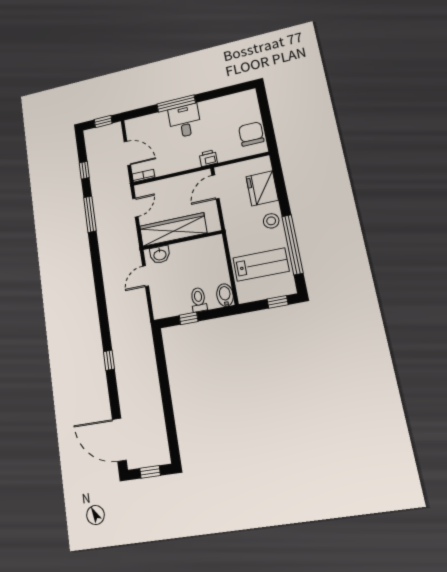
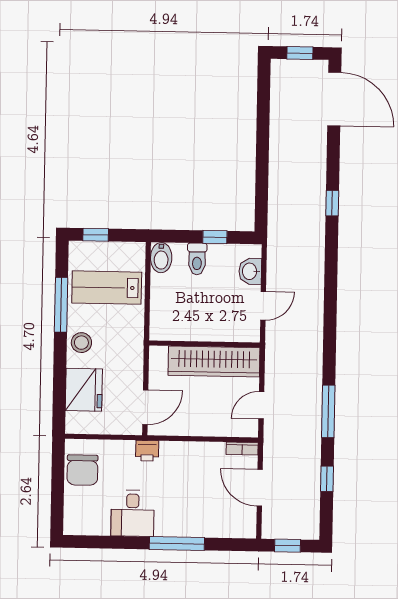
desk: (185, 121) -> (133, 513), moved
window: (292, 245) -> (61, 305), width x0.68
washbasin: (160, 255) -> (250, 271), moved, turned -90

